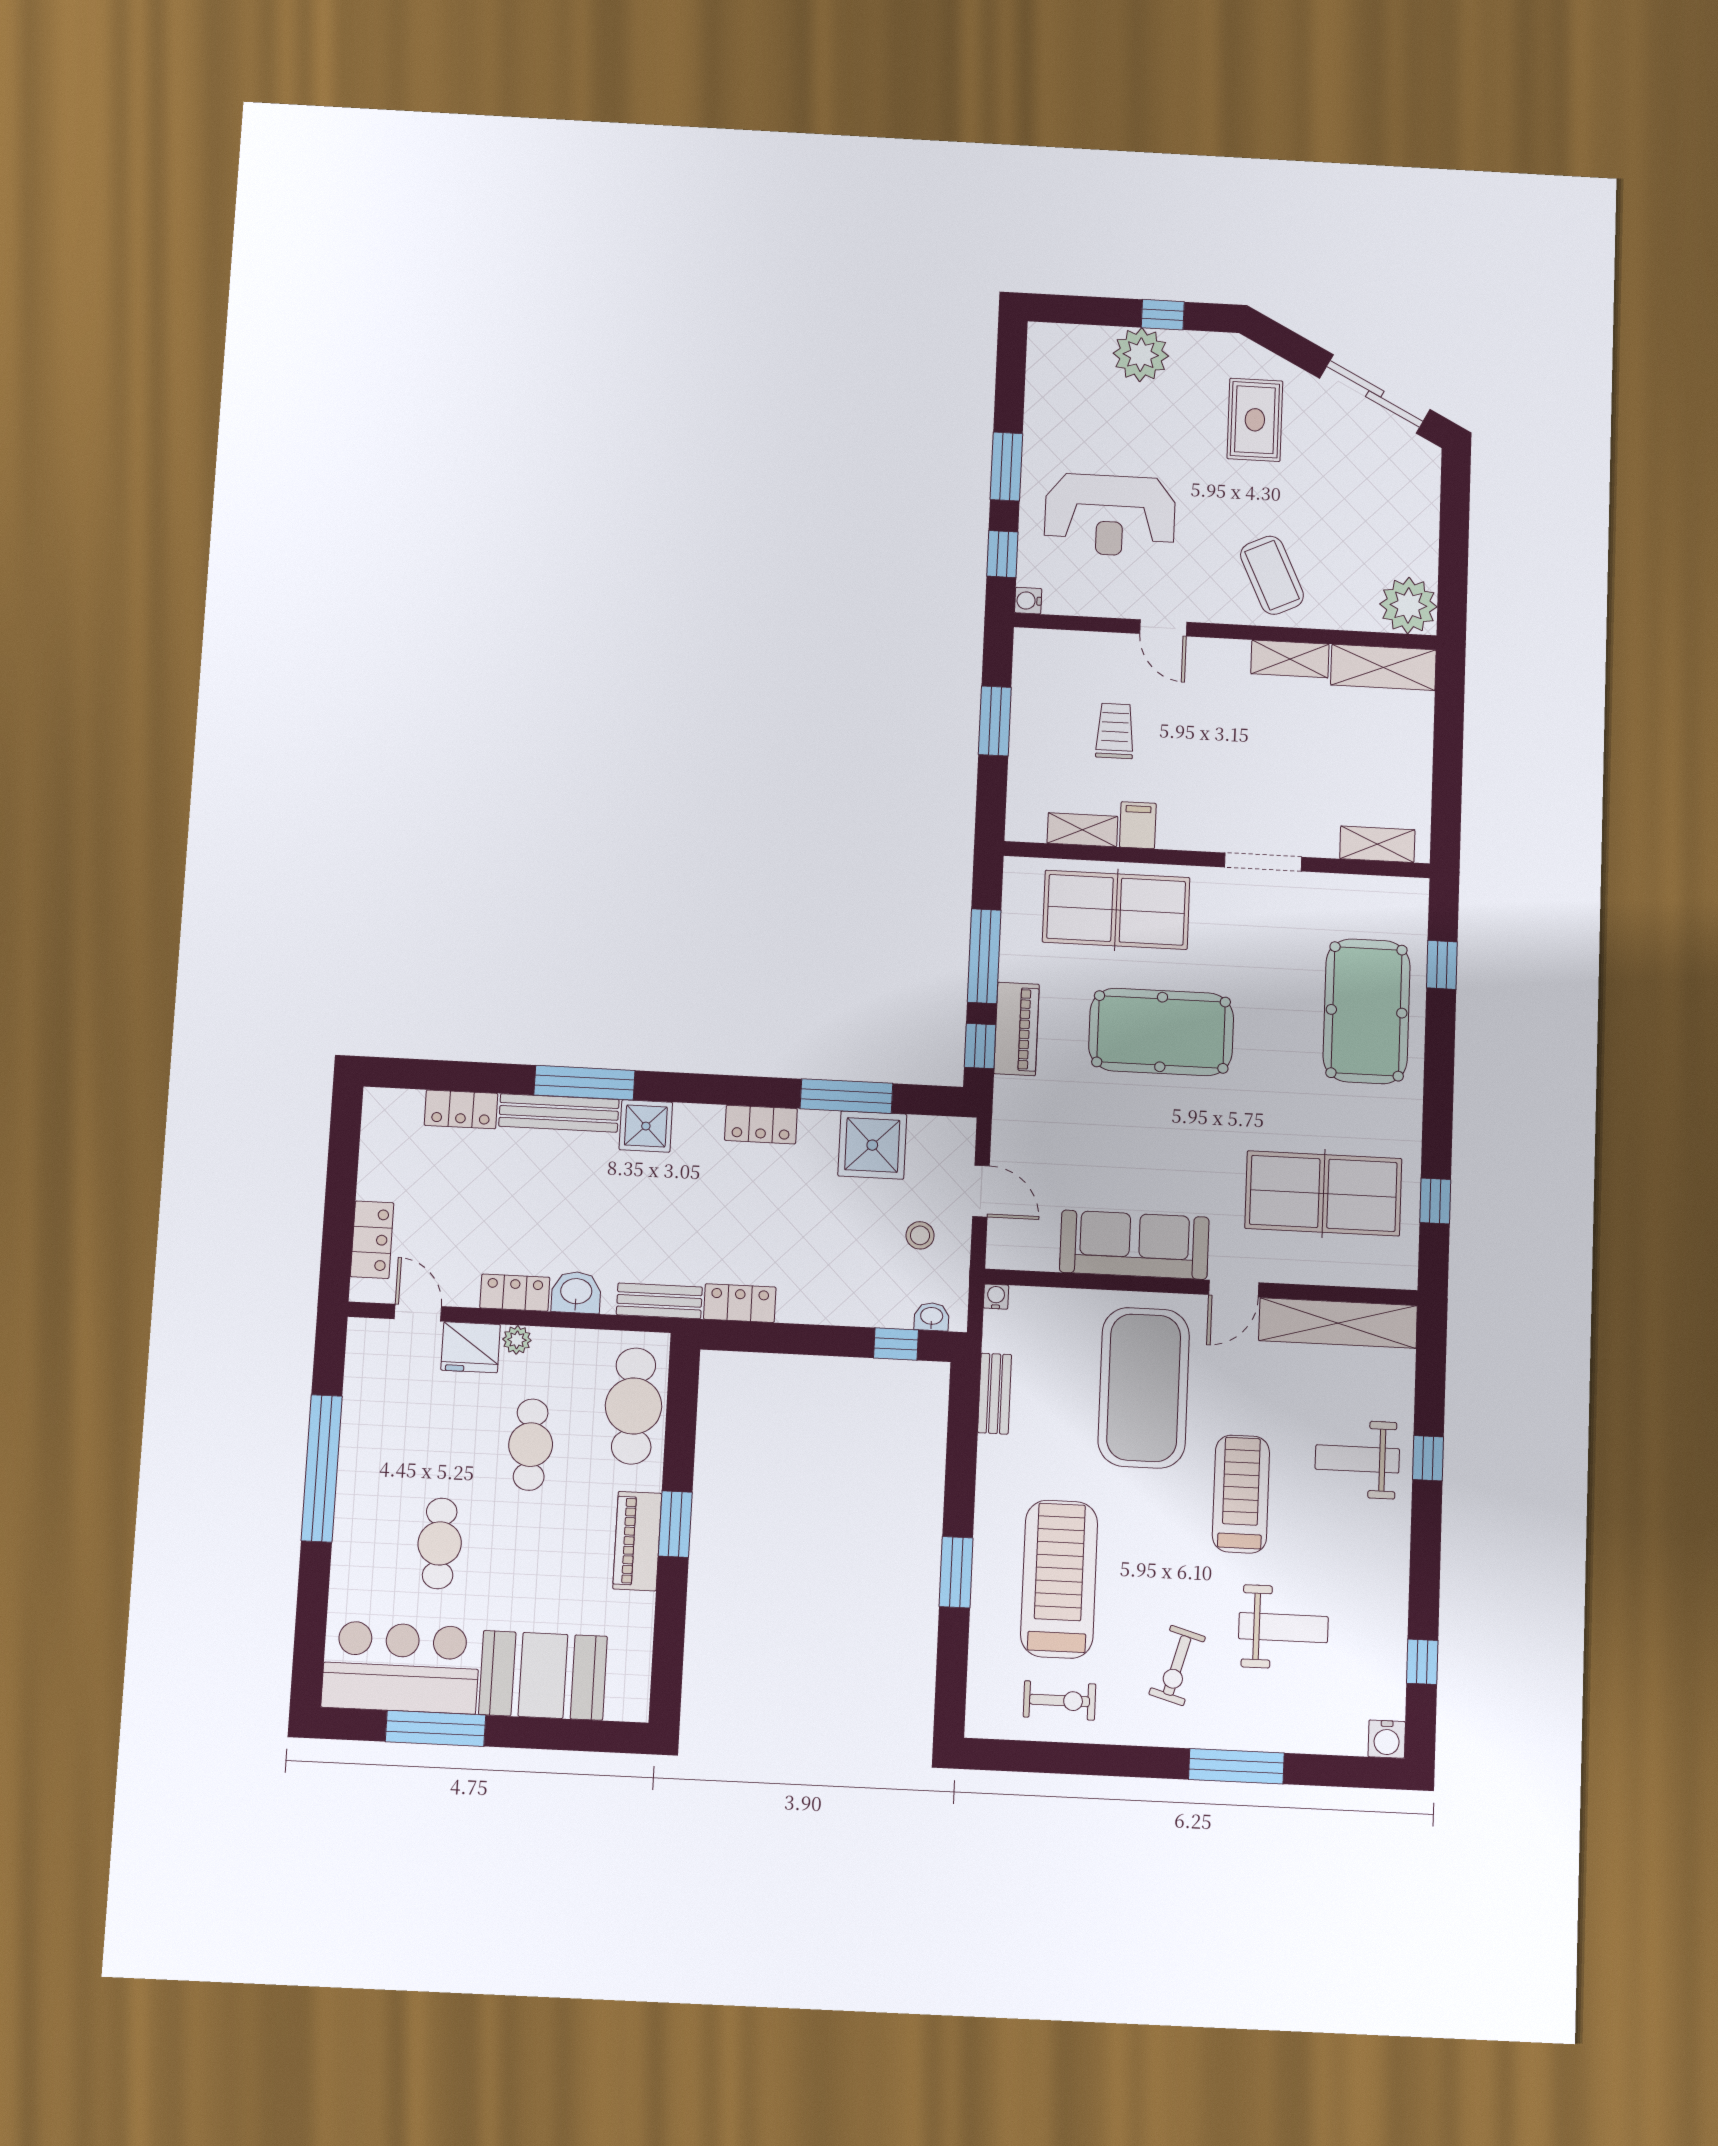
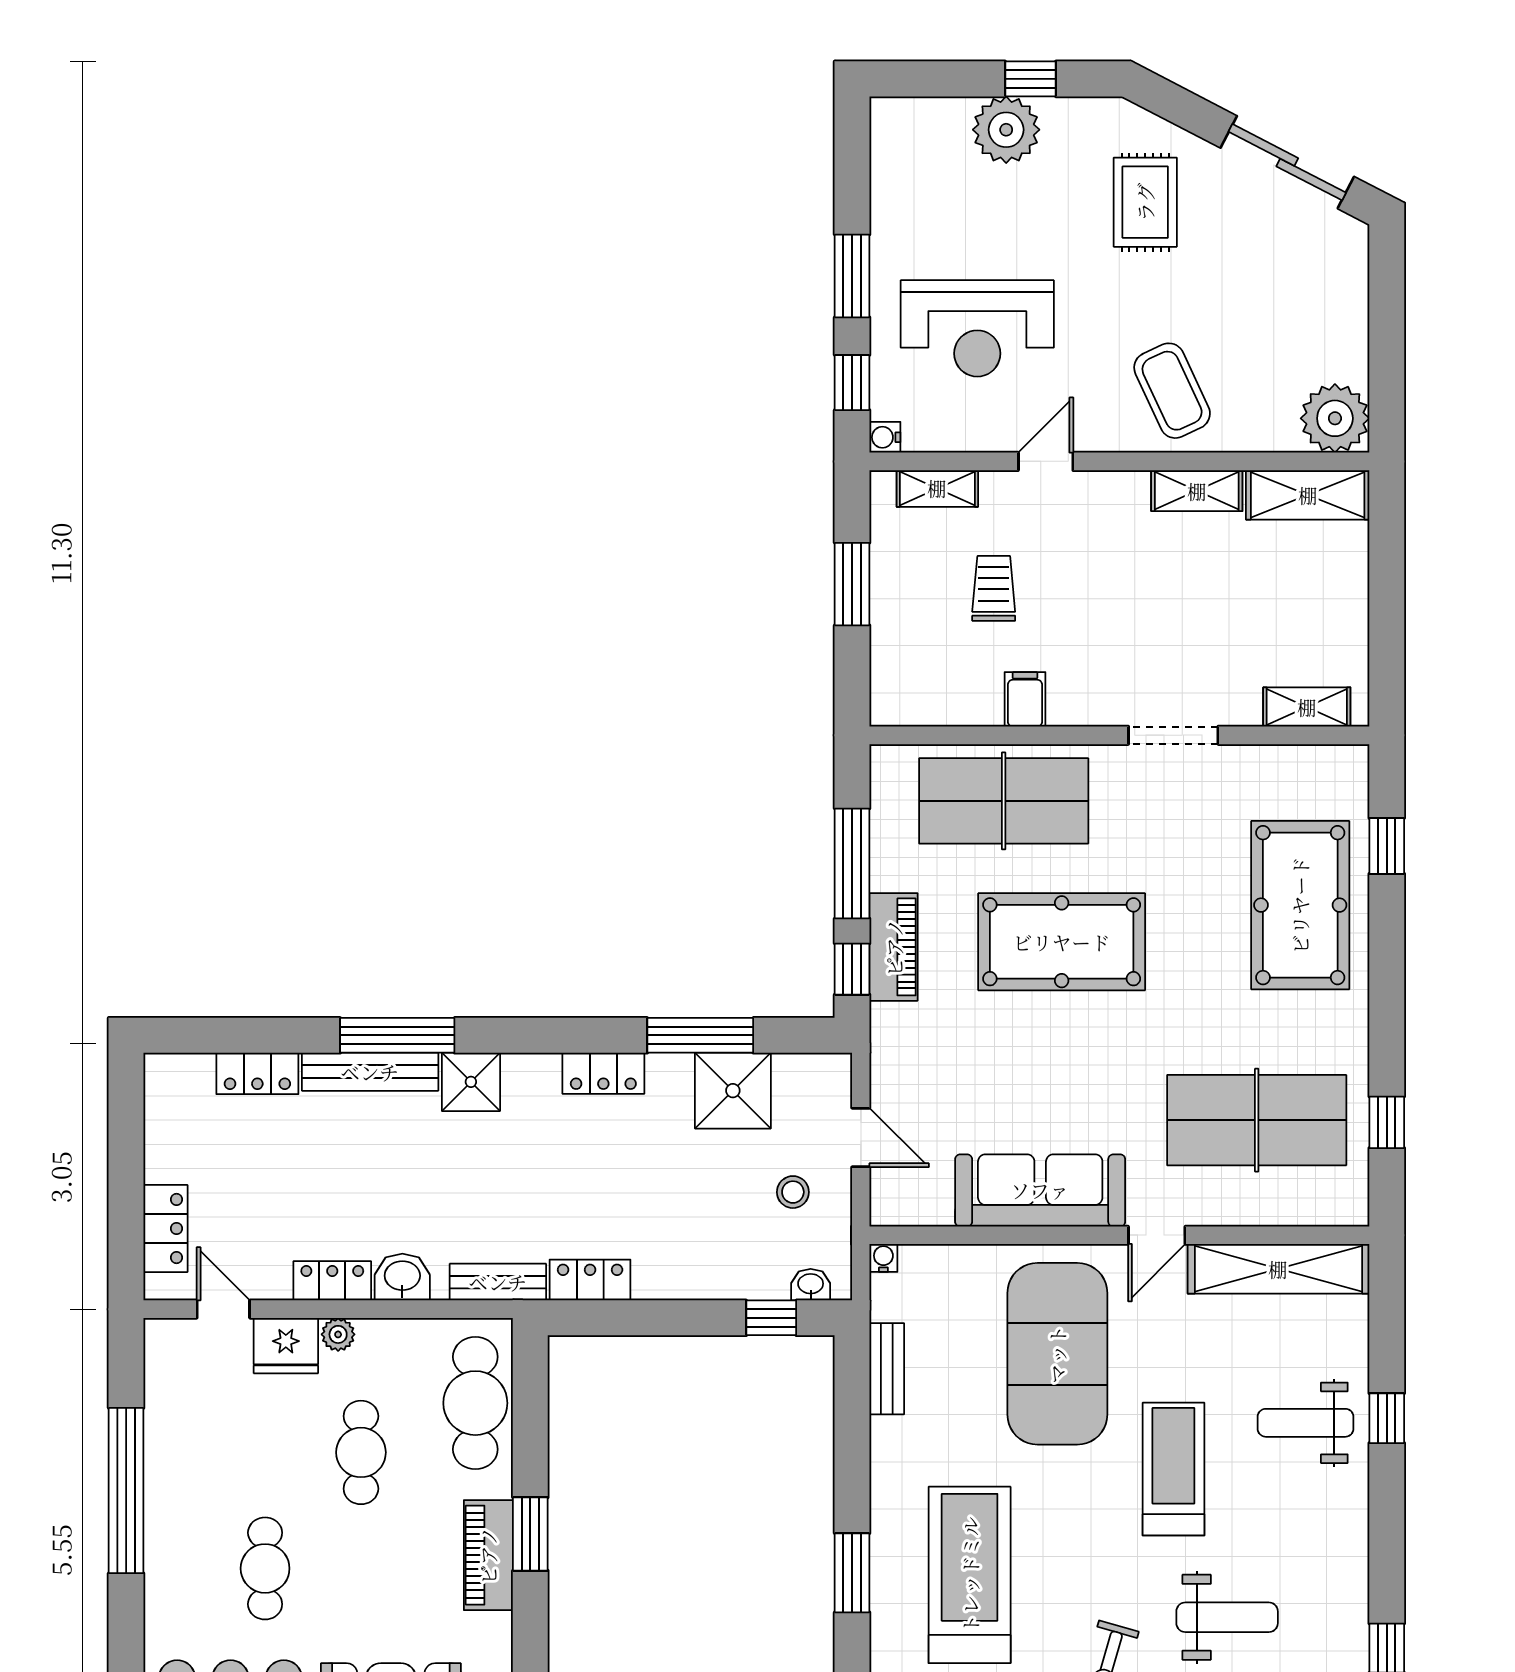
door: (1163, 628) -> (1046, 461), swing flipped
shelving: (1082, 830) -> (937, 488), moved

